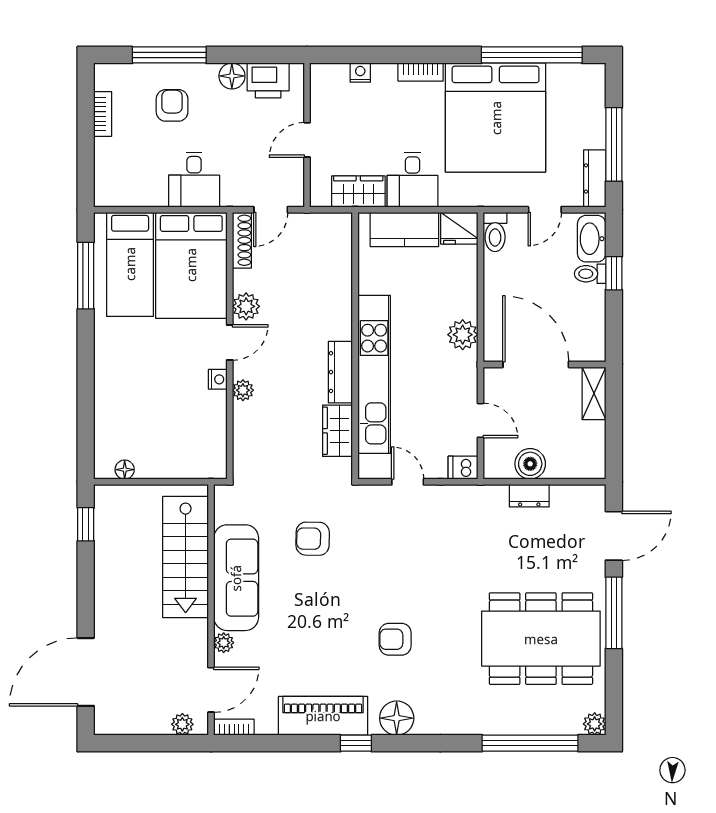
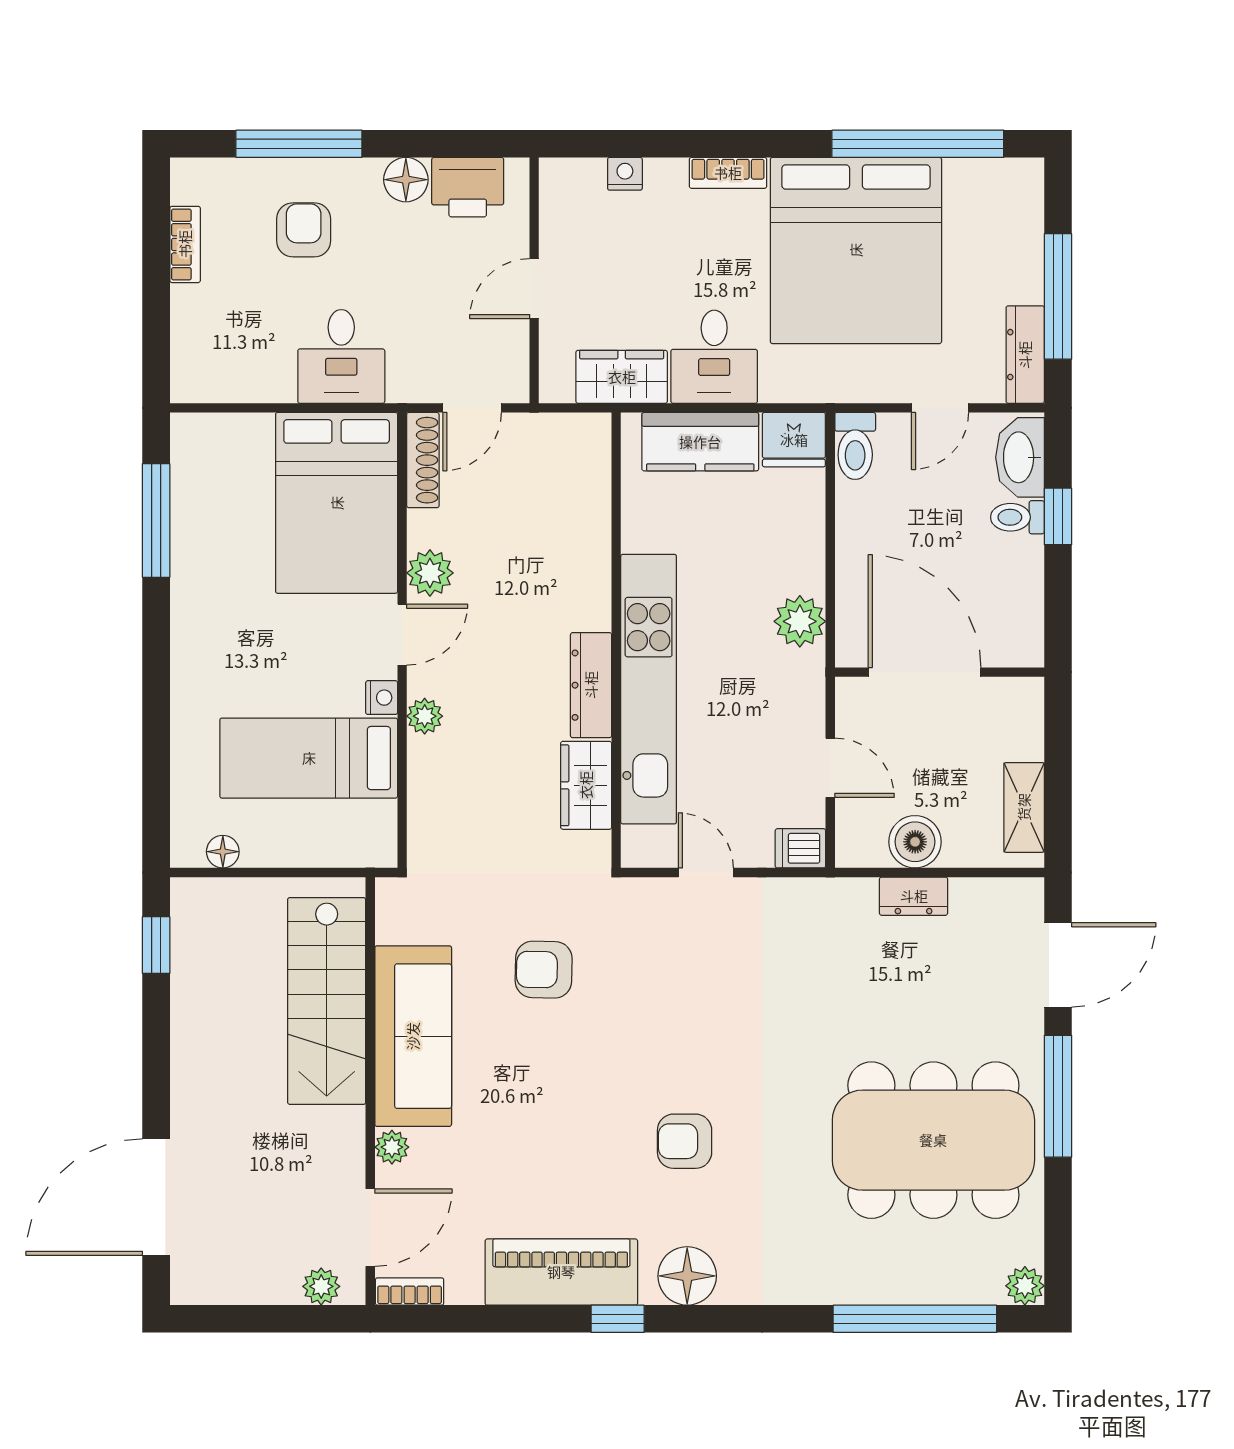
bed: (130, 264) -> (309, 758), moved, turned 90
shelving: (594, 393) -> (1024, 807), moved

